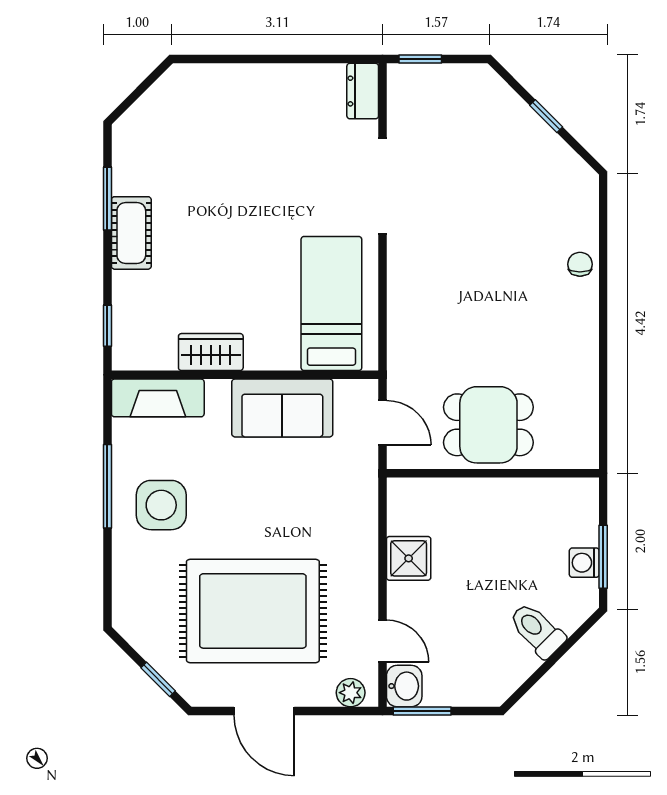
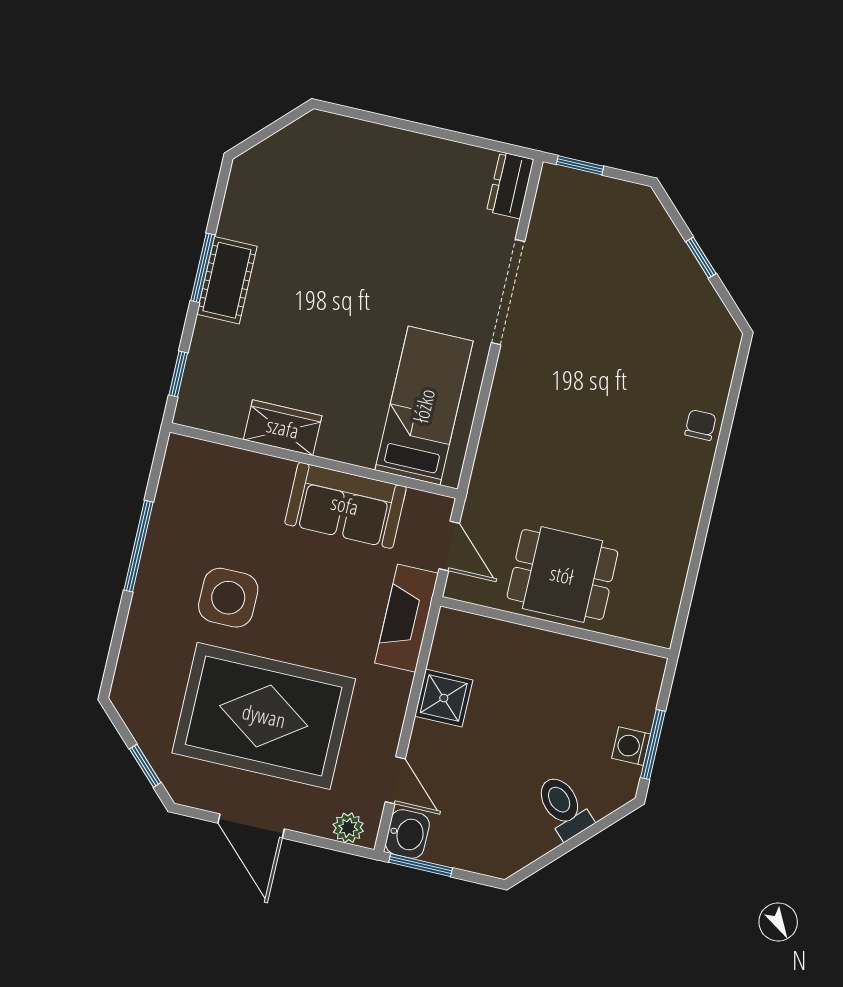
window: (107, 199) -> (203, 268), moved
fireplace: (158, 398) -> (407, 618), moved, turned 90
side table: (161, 505) -> (228, 598), moved

